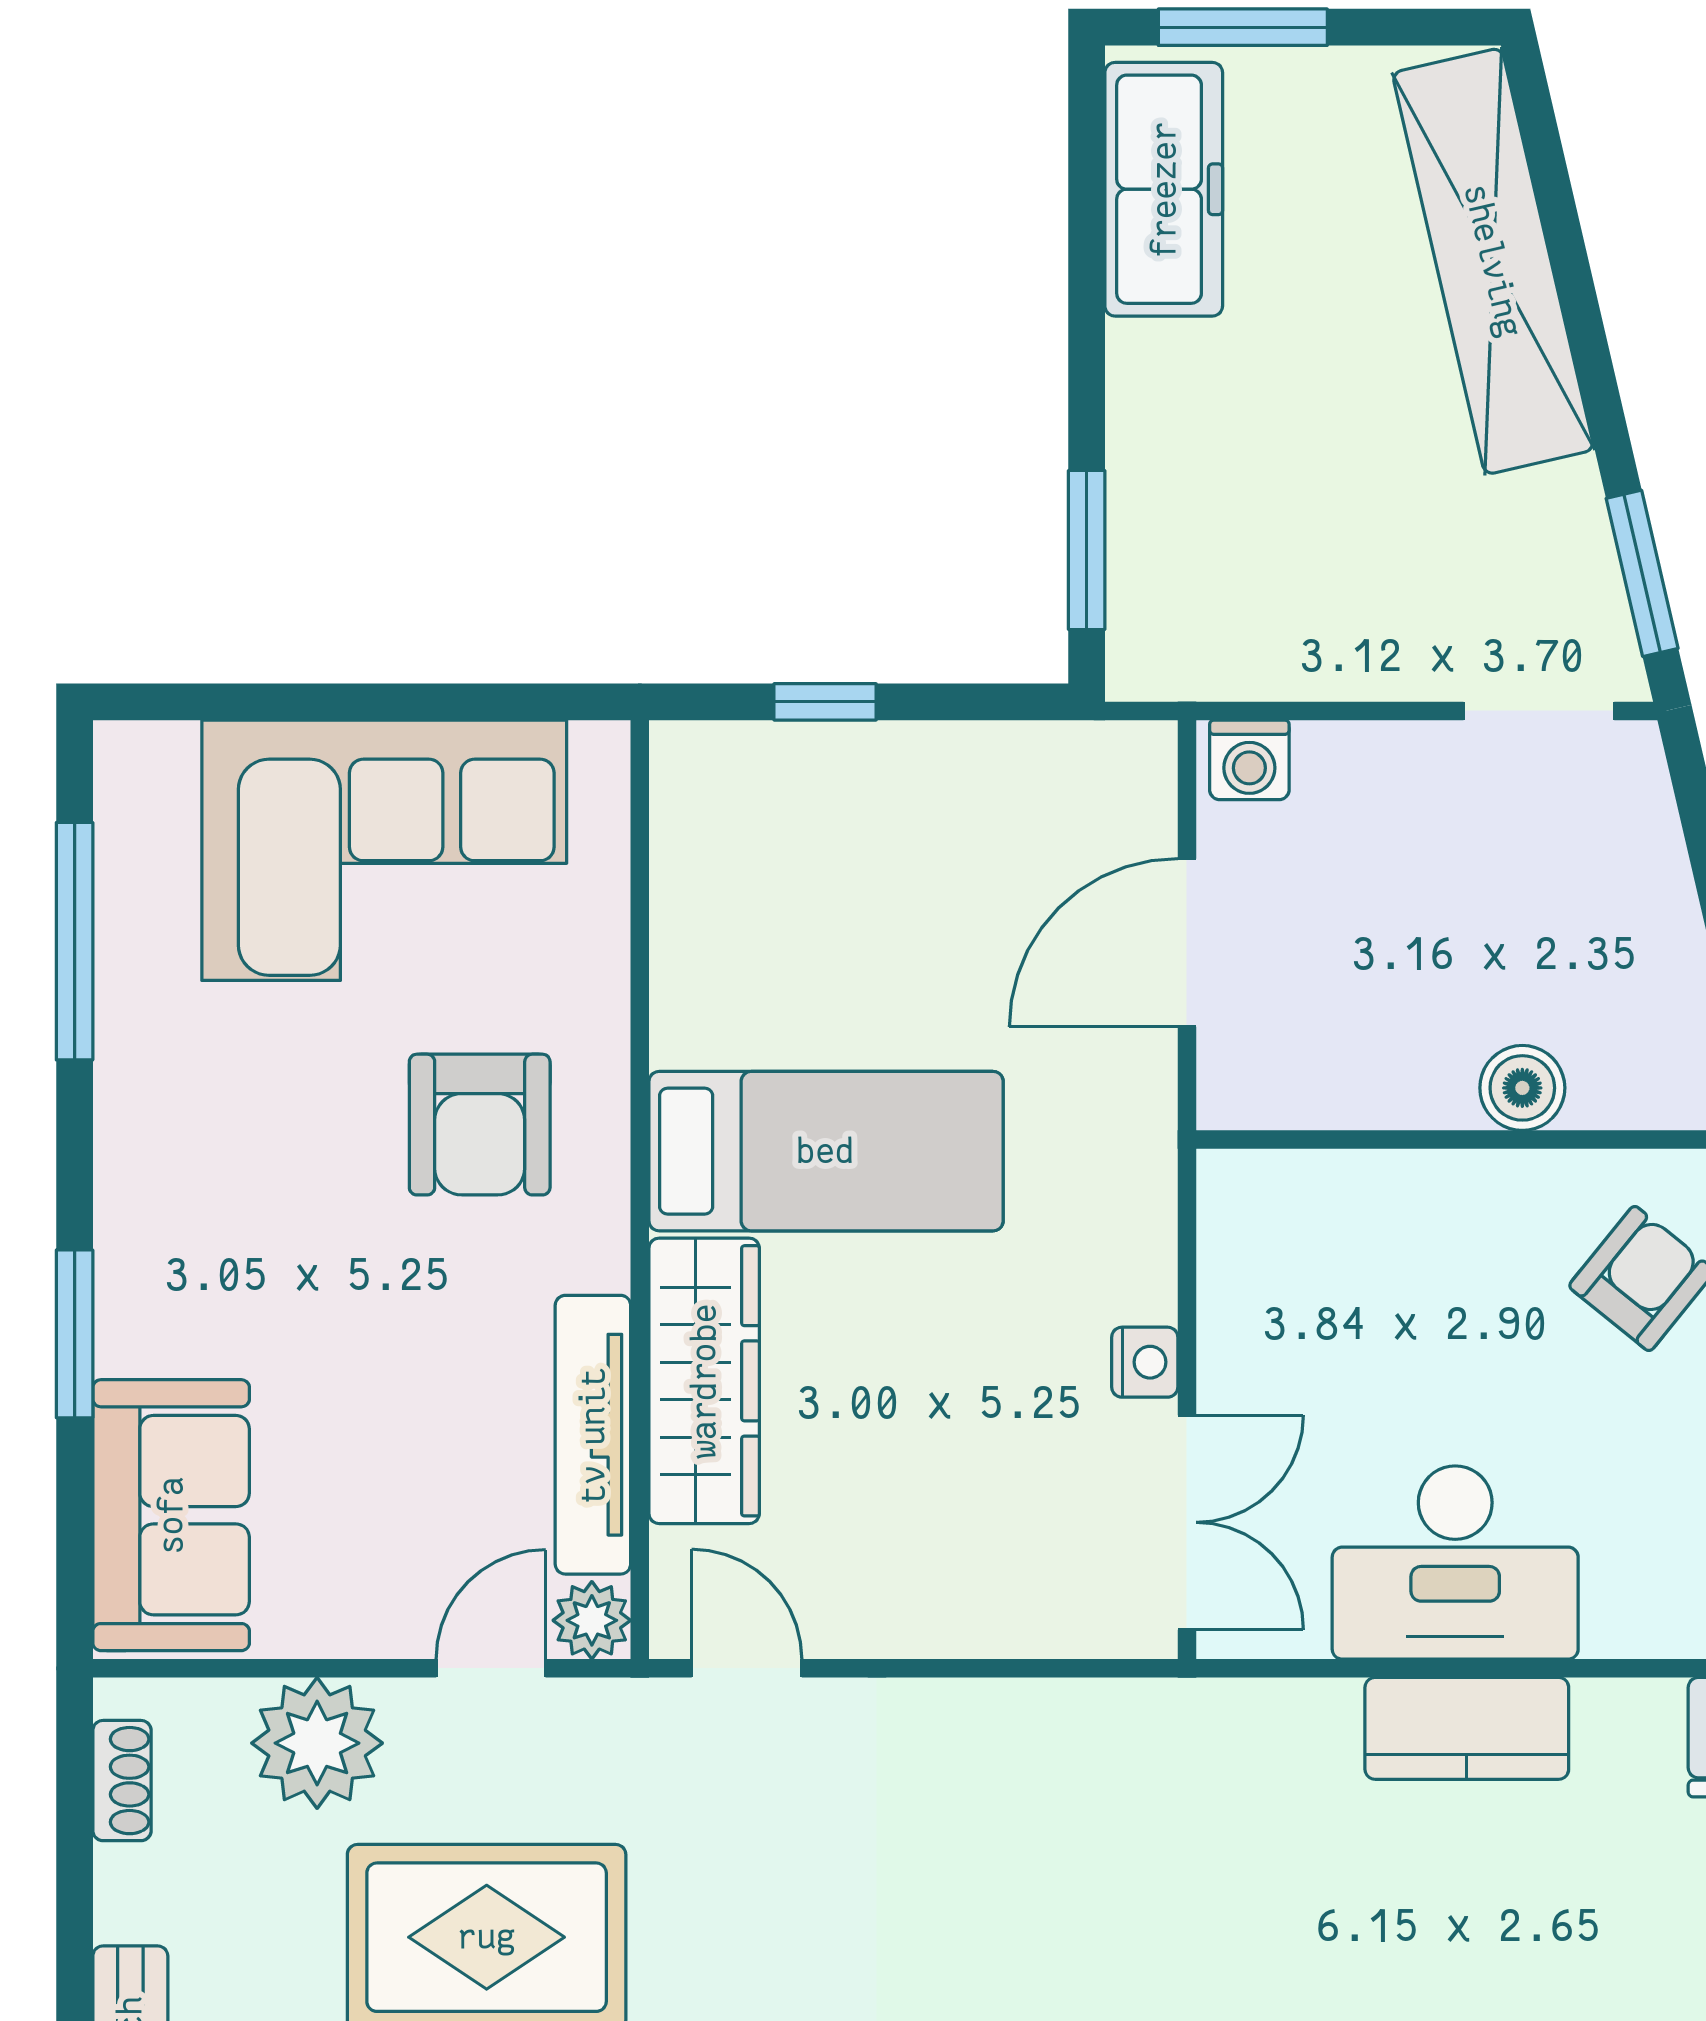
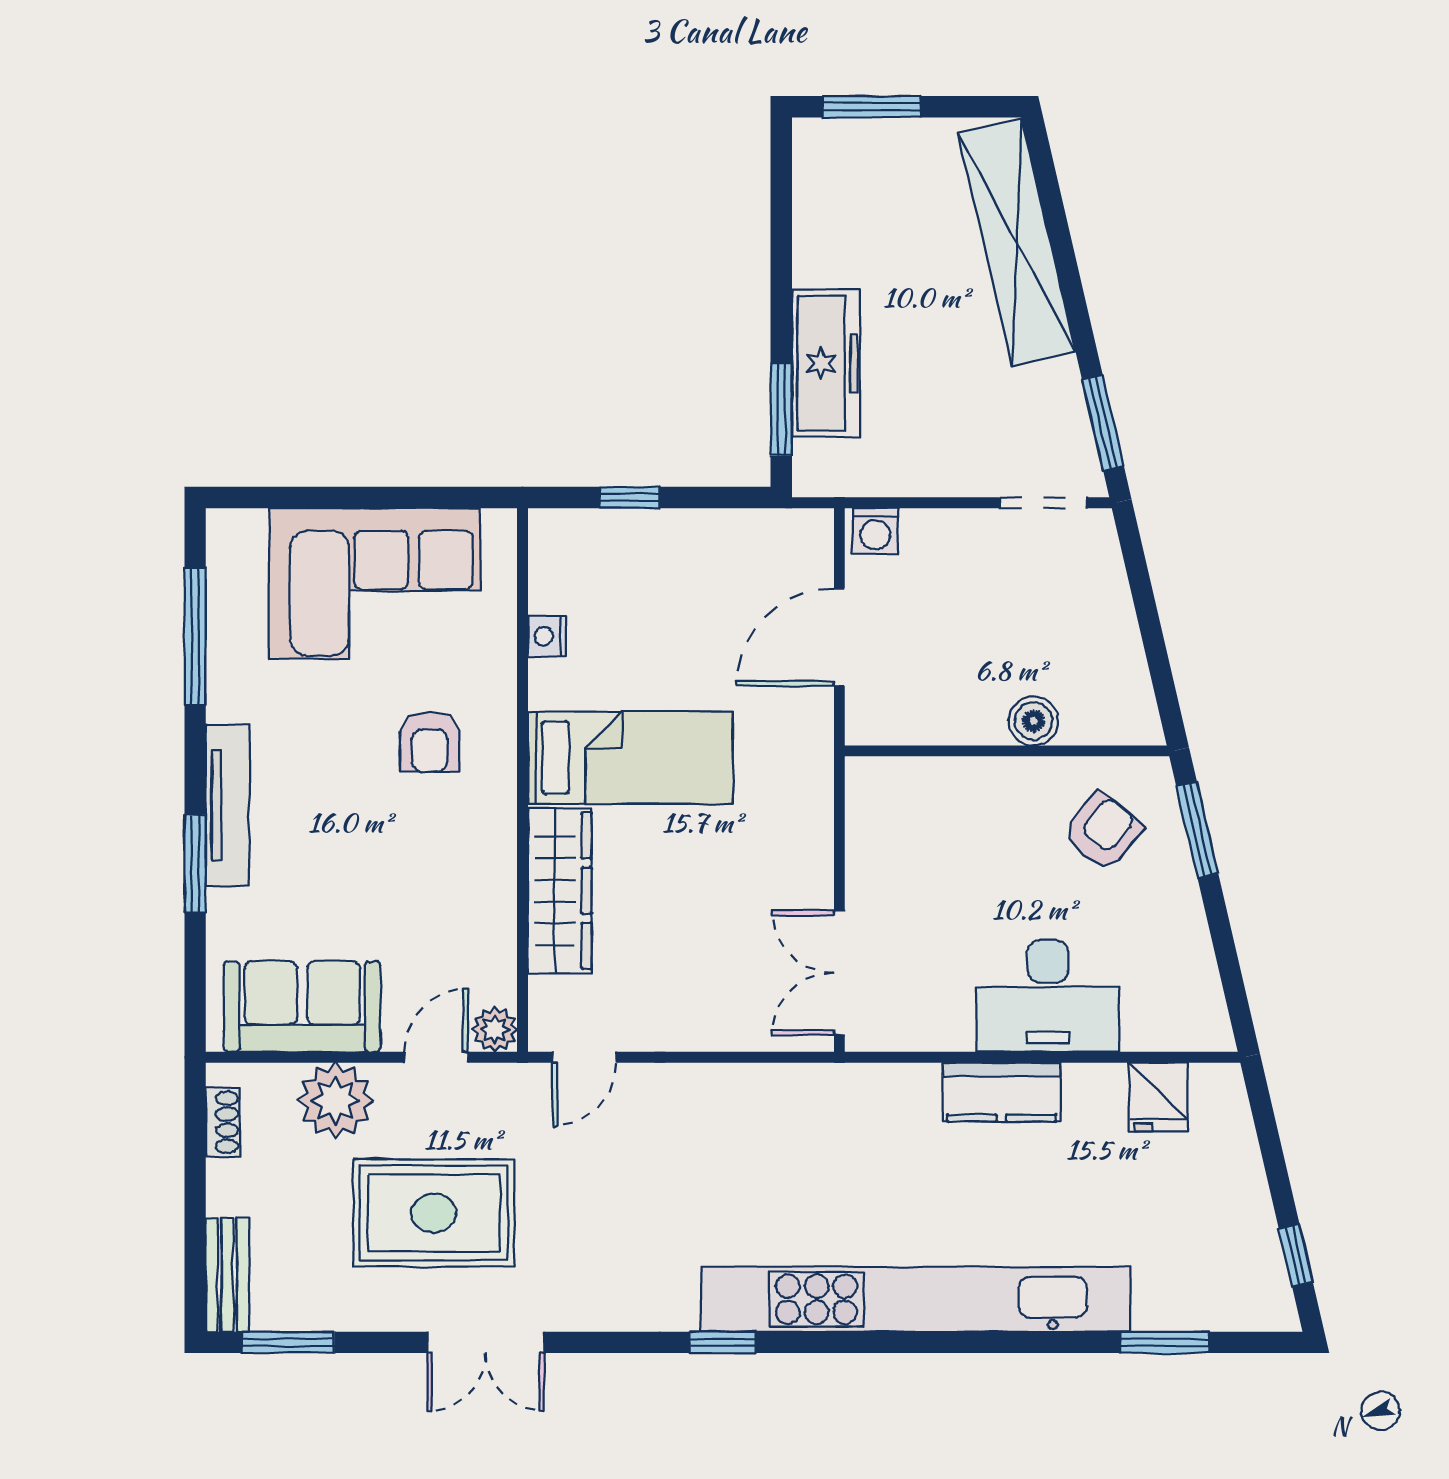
freezer: (1164, 189) -> (826, 363), moved
armchair: (480, 1125) -> (430, 742), width x0.72, depth x0.72
nightstand: (1145, 1362) -> (547, 636), moved, turned 180
tv unit: (593, 1435) -> (228, 805), moved, turned 180
sofa: (171, 1515) -> (302, 1007), moved, turned -90
double door: (1187, 1522) -> (839, 973), swing flipped
desk: (1455, 1563) -> (1048, 996), moved
door: (747, 1668) -> (584, 1057), swing flipped

